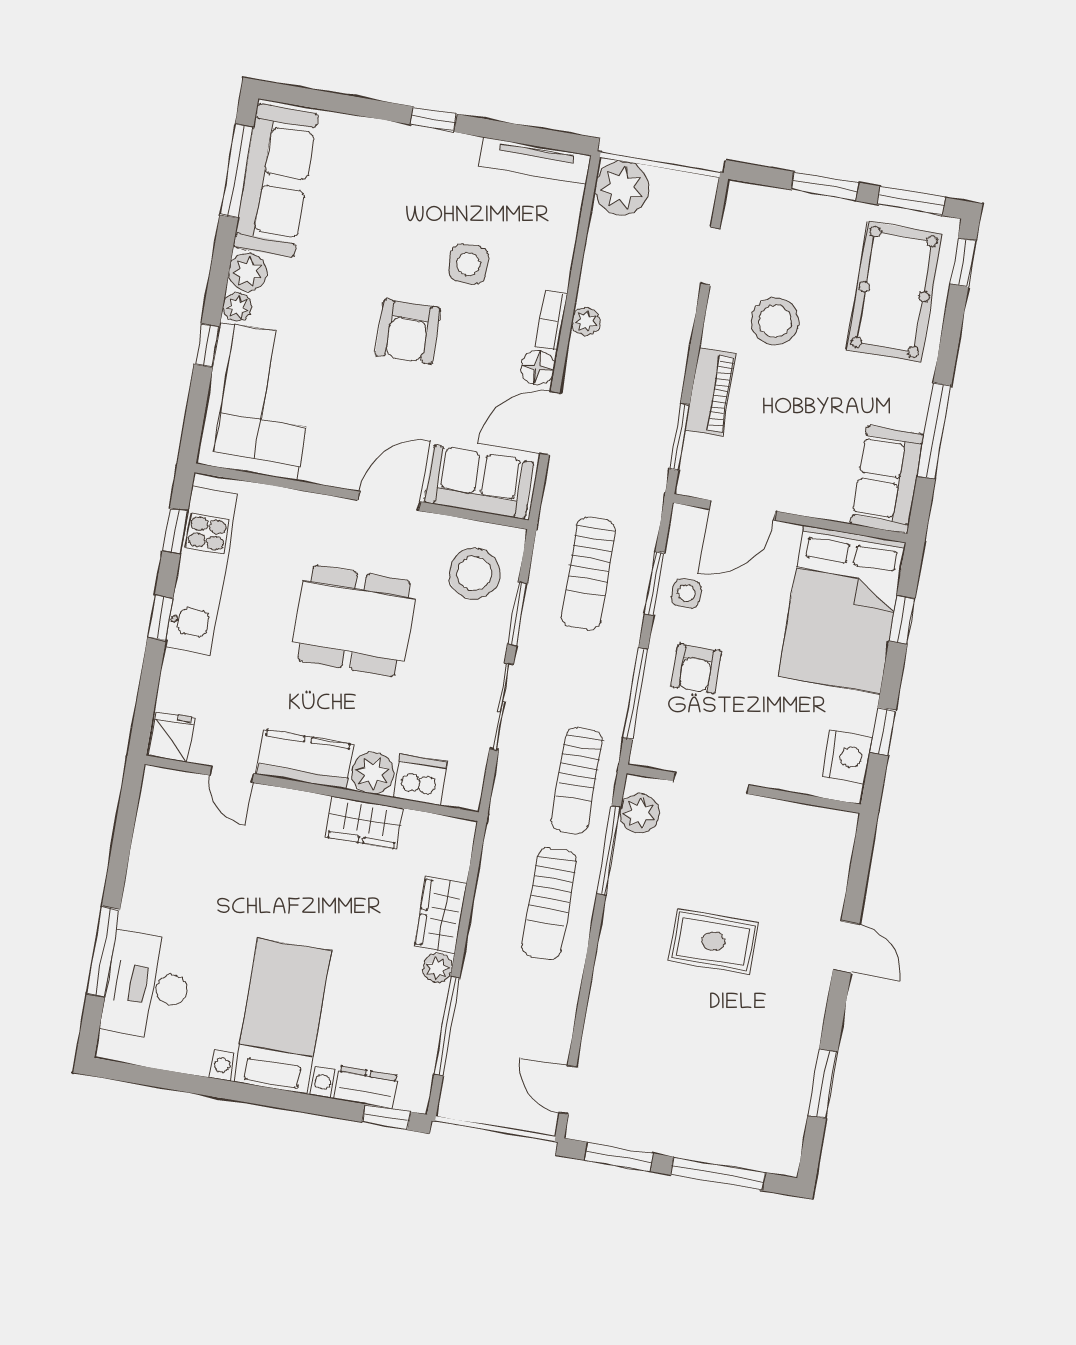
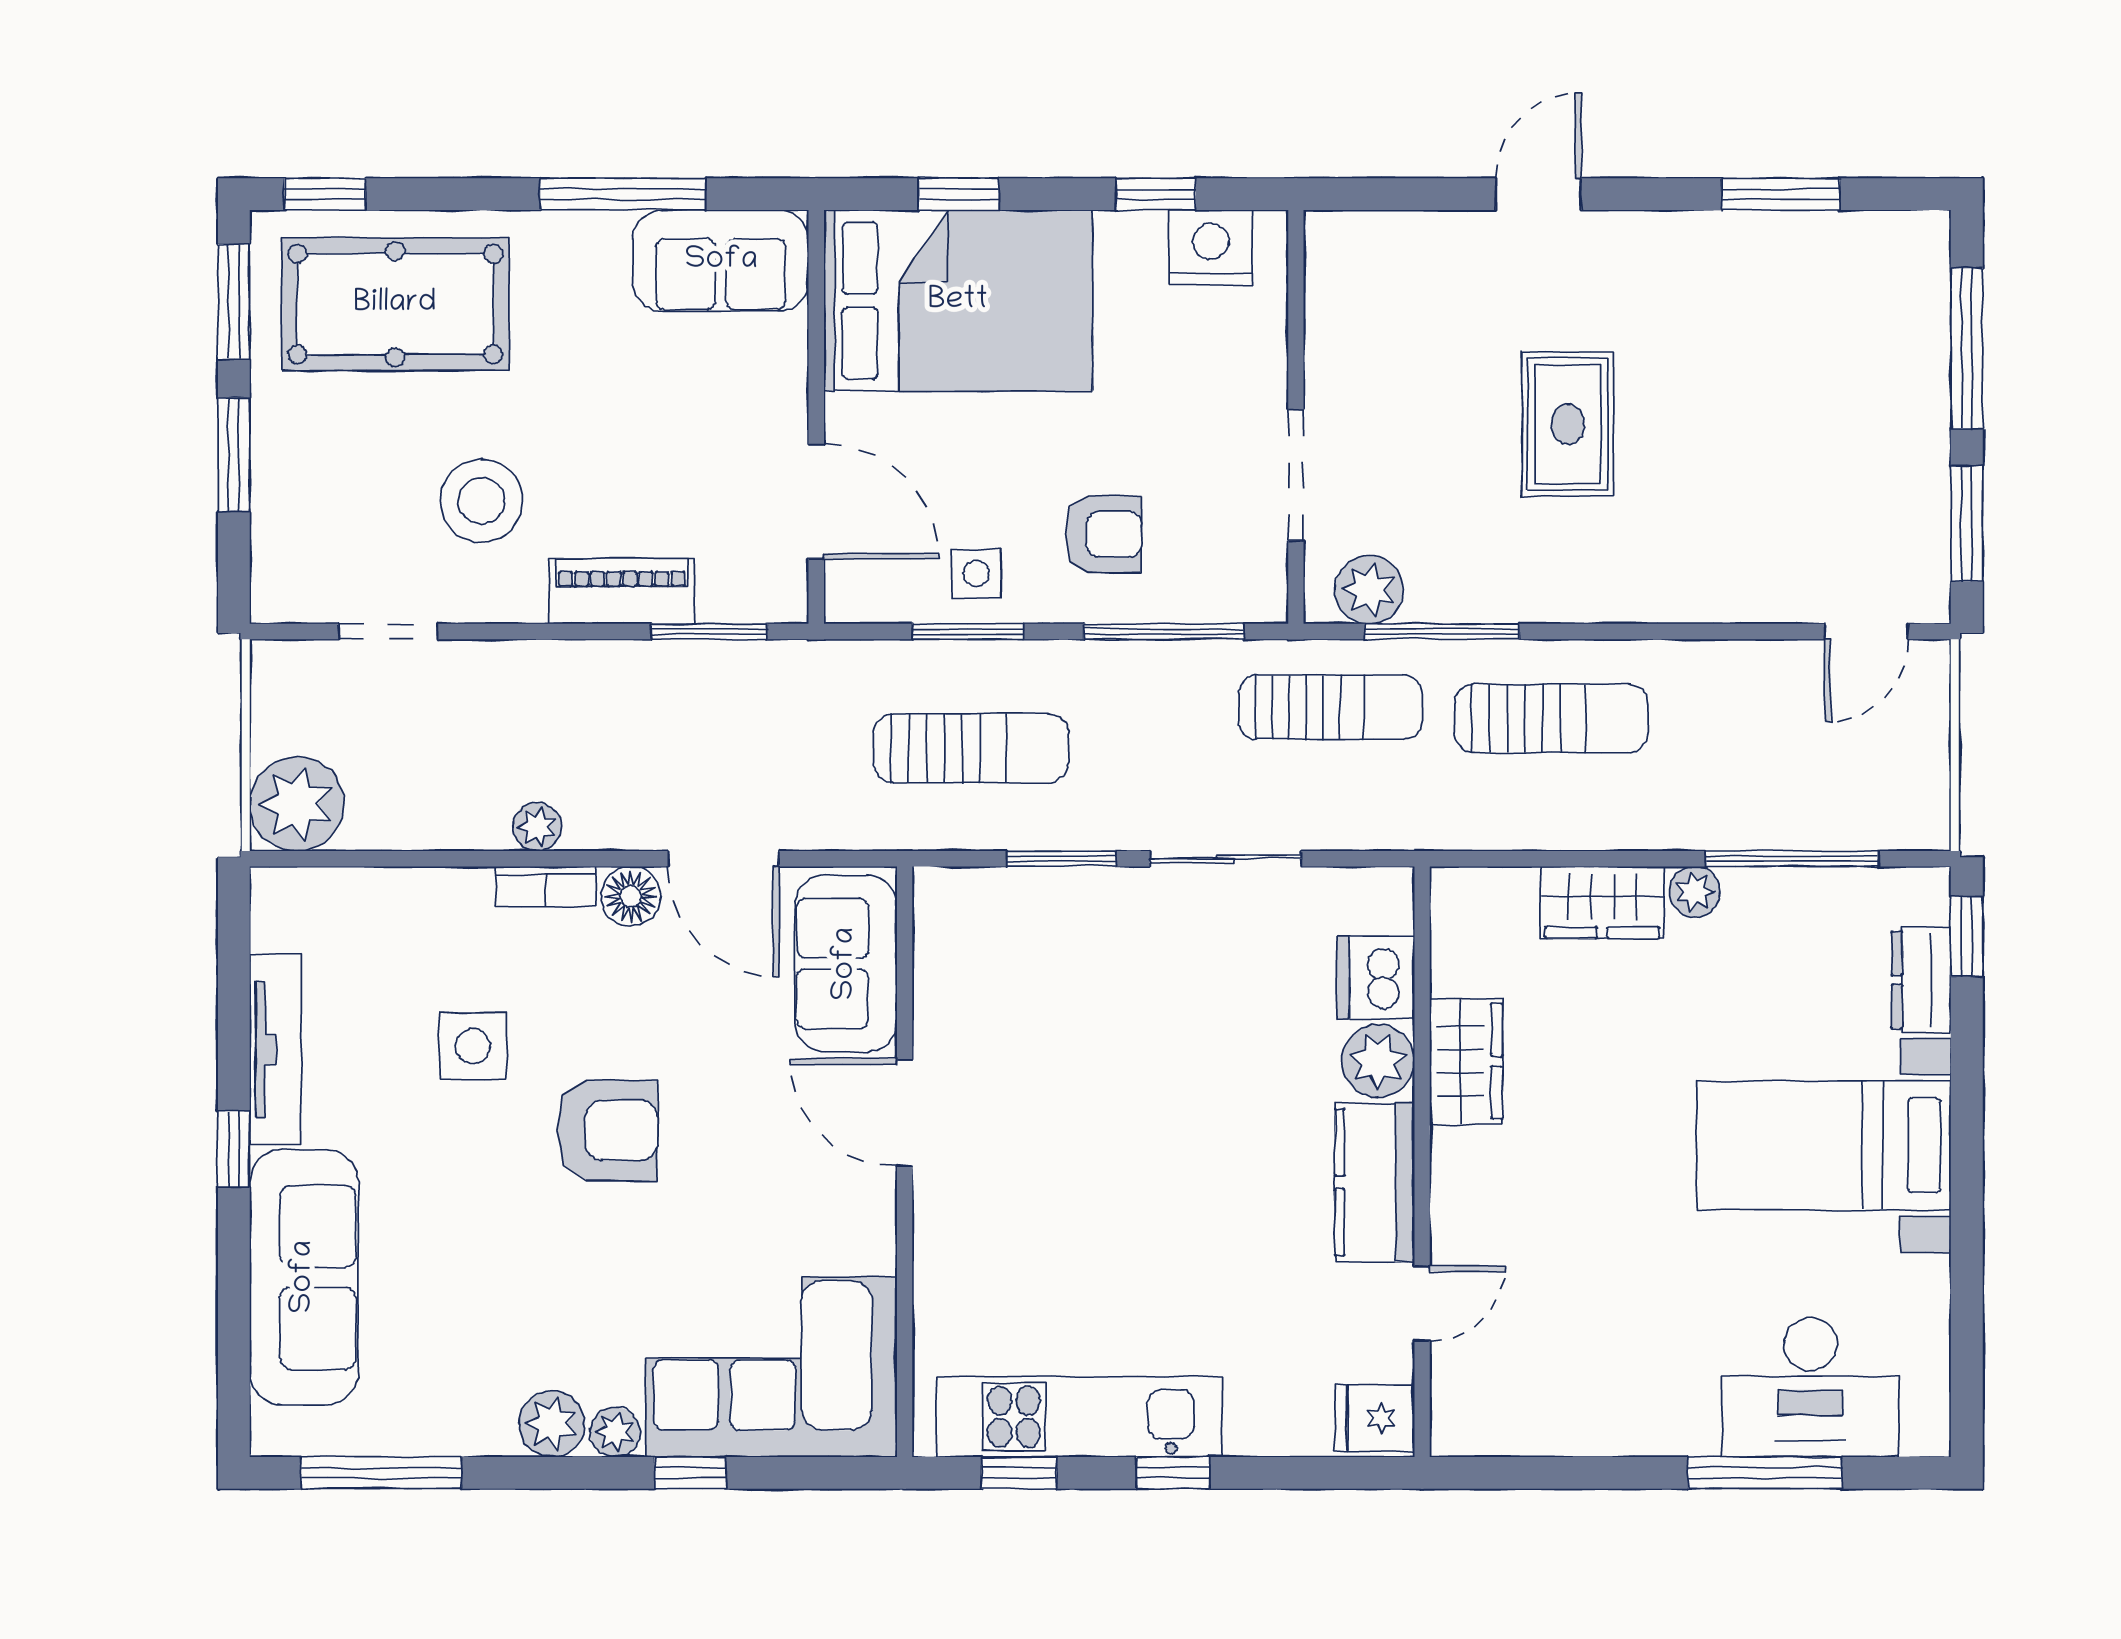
tv unit: (535, 161) -> (275, 1050), moved
sofa: (276, 181) -> (304, 1277), moved, turned 90
stool: (474, 573) -> (1004, 945), removed
dining table: (354, 621) -> (1121, 1138), removed

